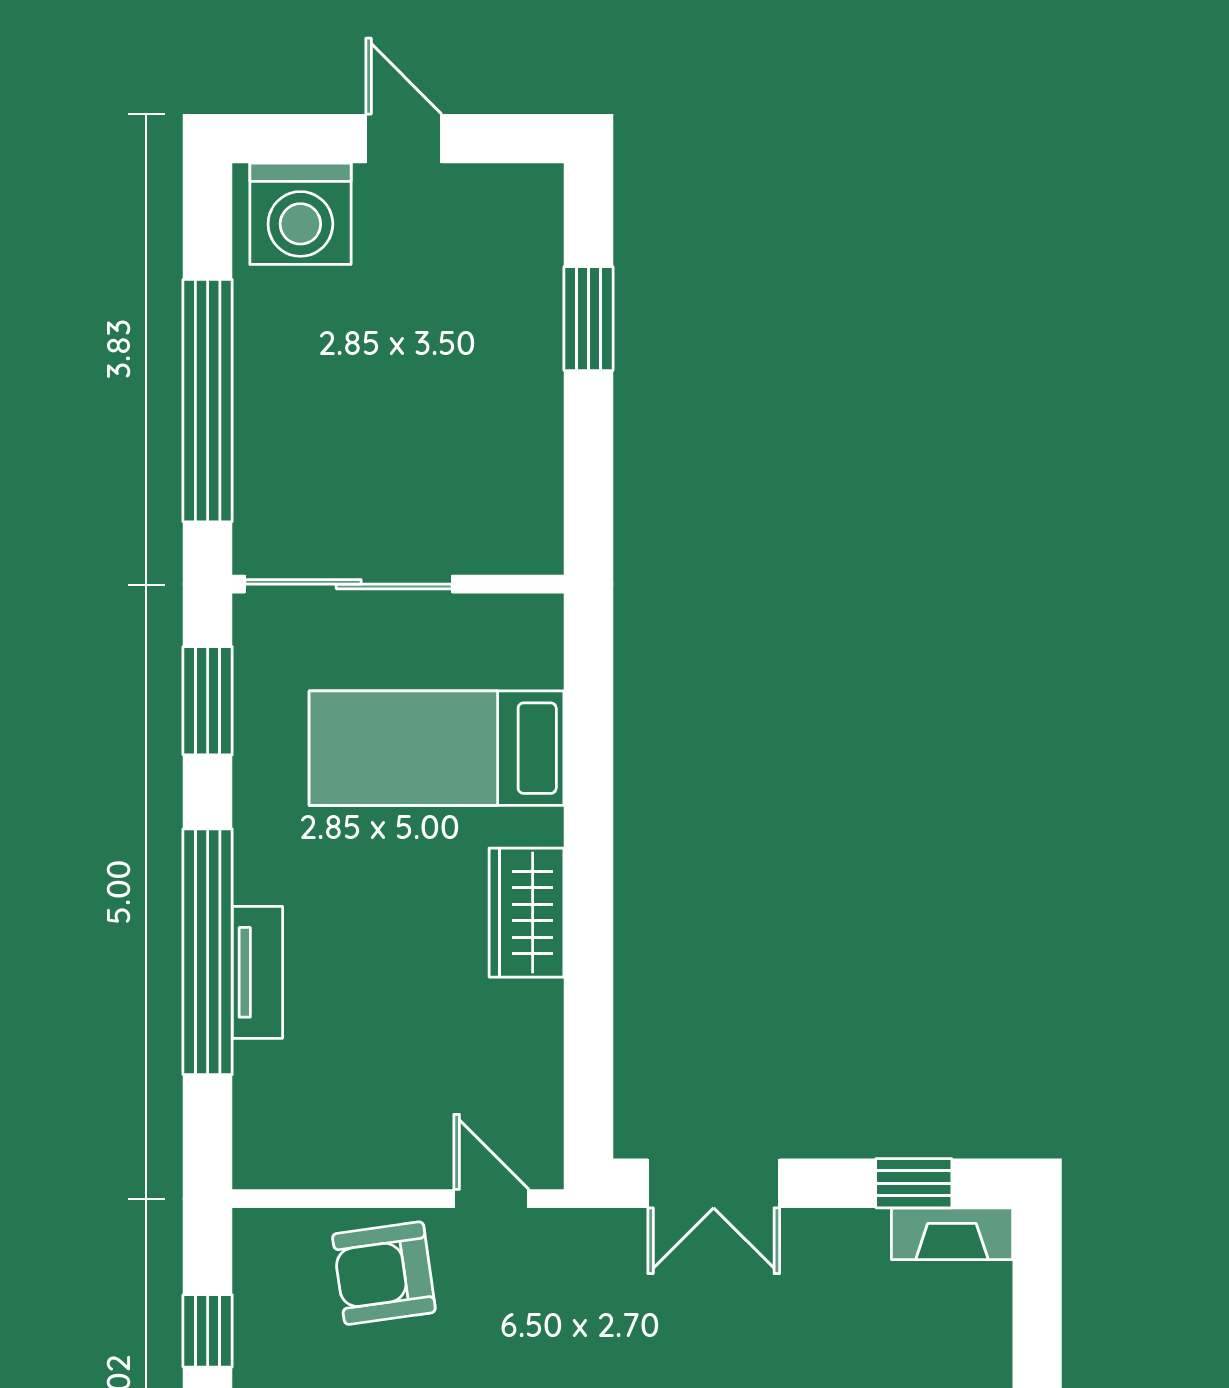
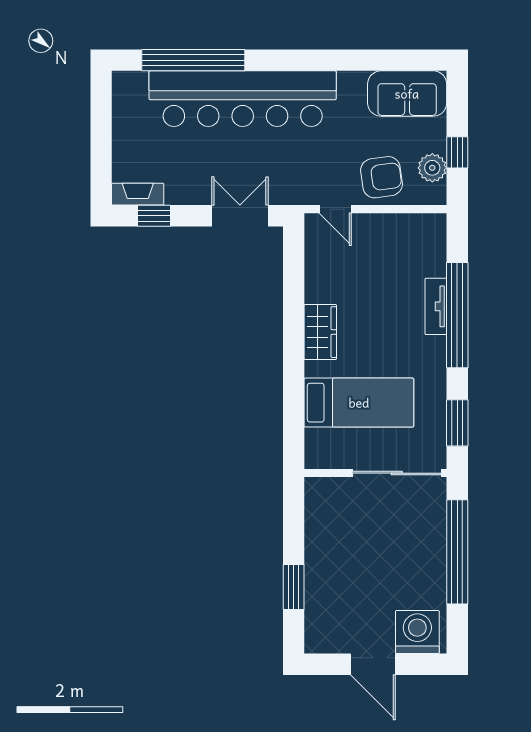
door: (404, 139) -> (373, 664), width x1.38
plant: (266, 1295) -> (432, 168), added

